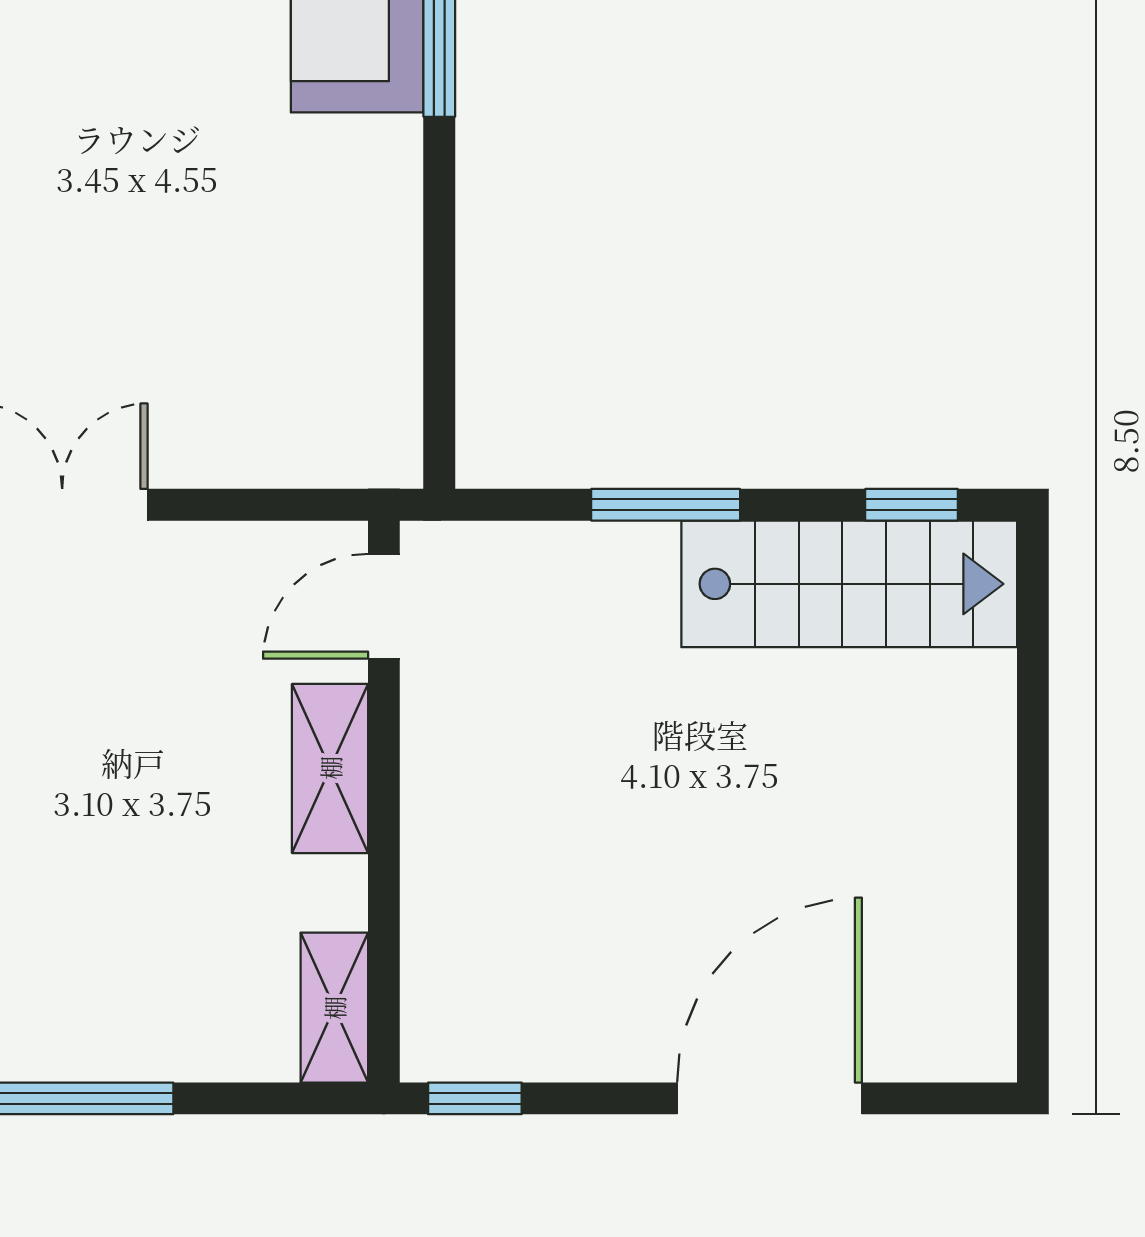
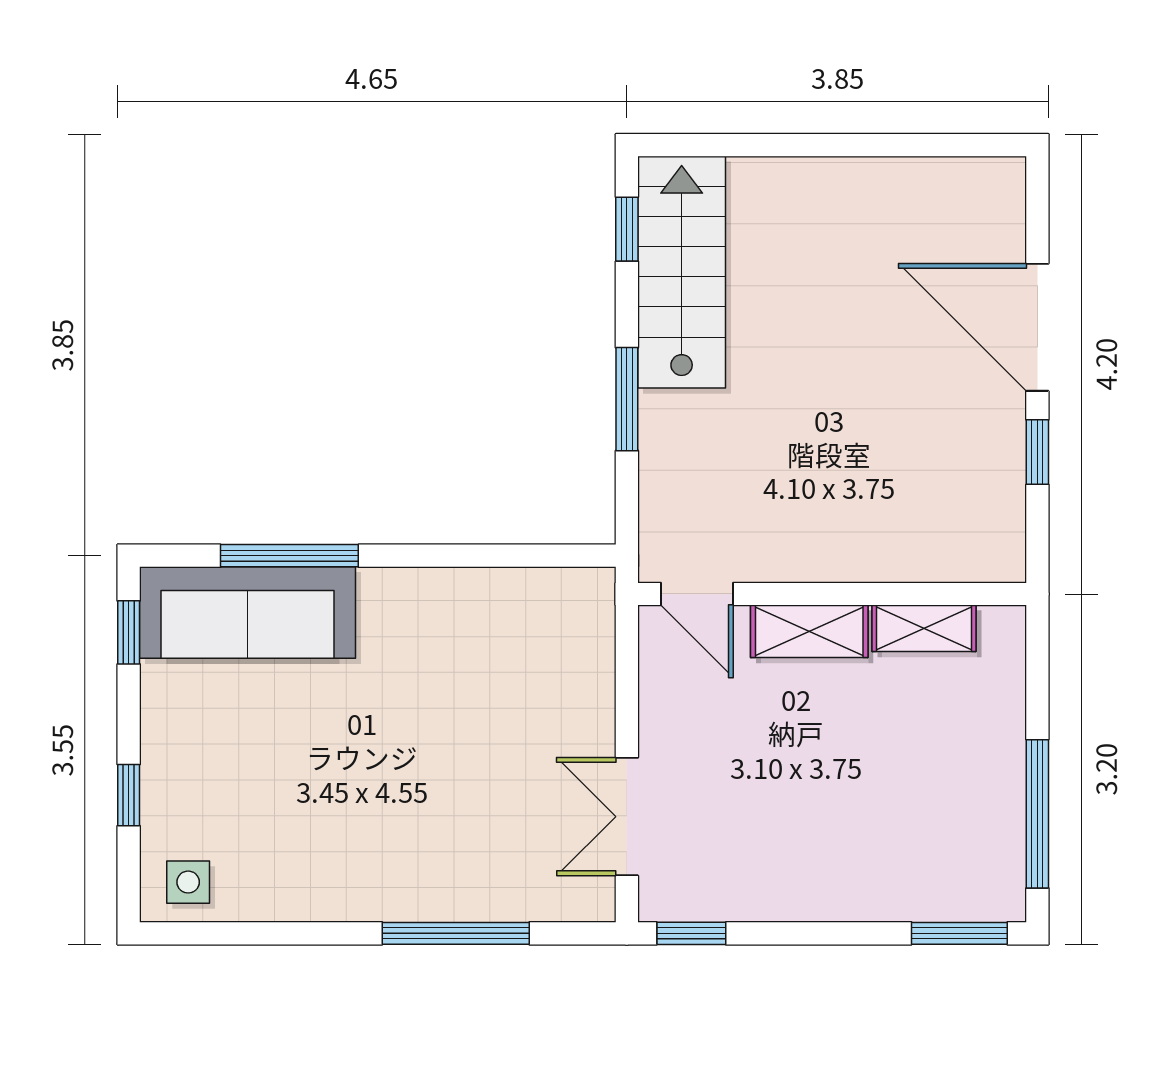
shelving: (334, 1008) -> (924, 628), moved
window: (475, 1098) -> (1037, 452), moved

